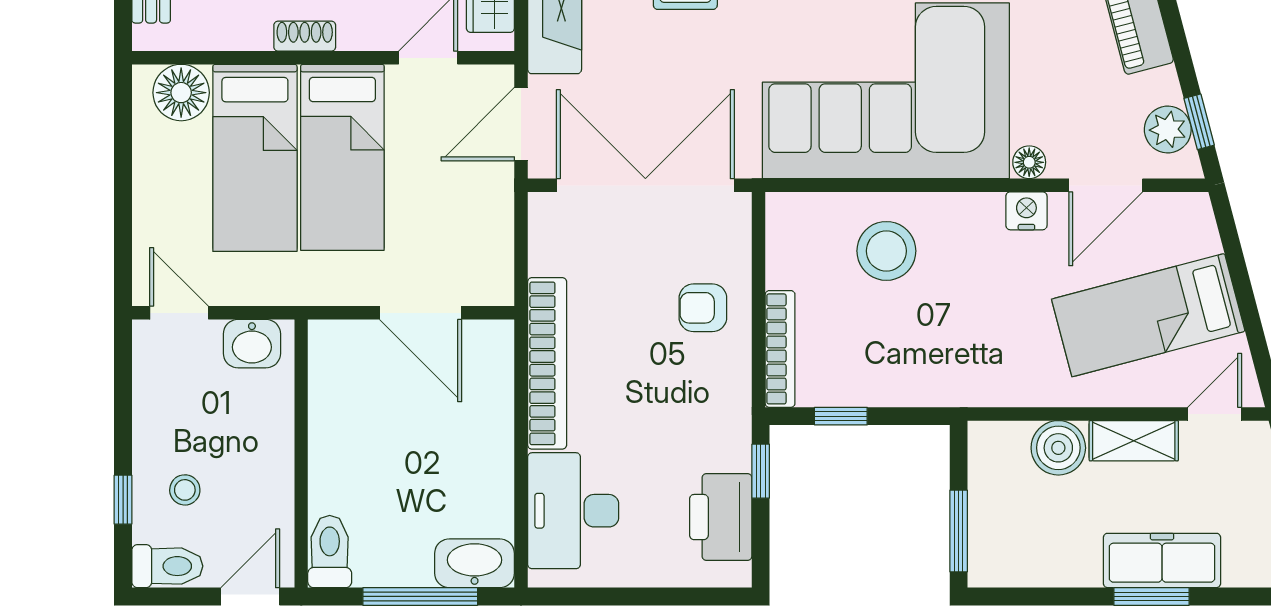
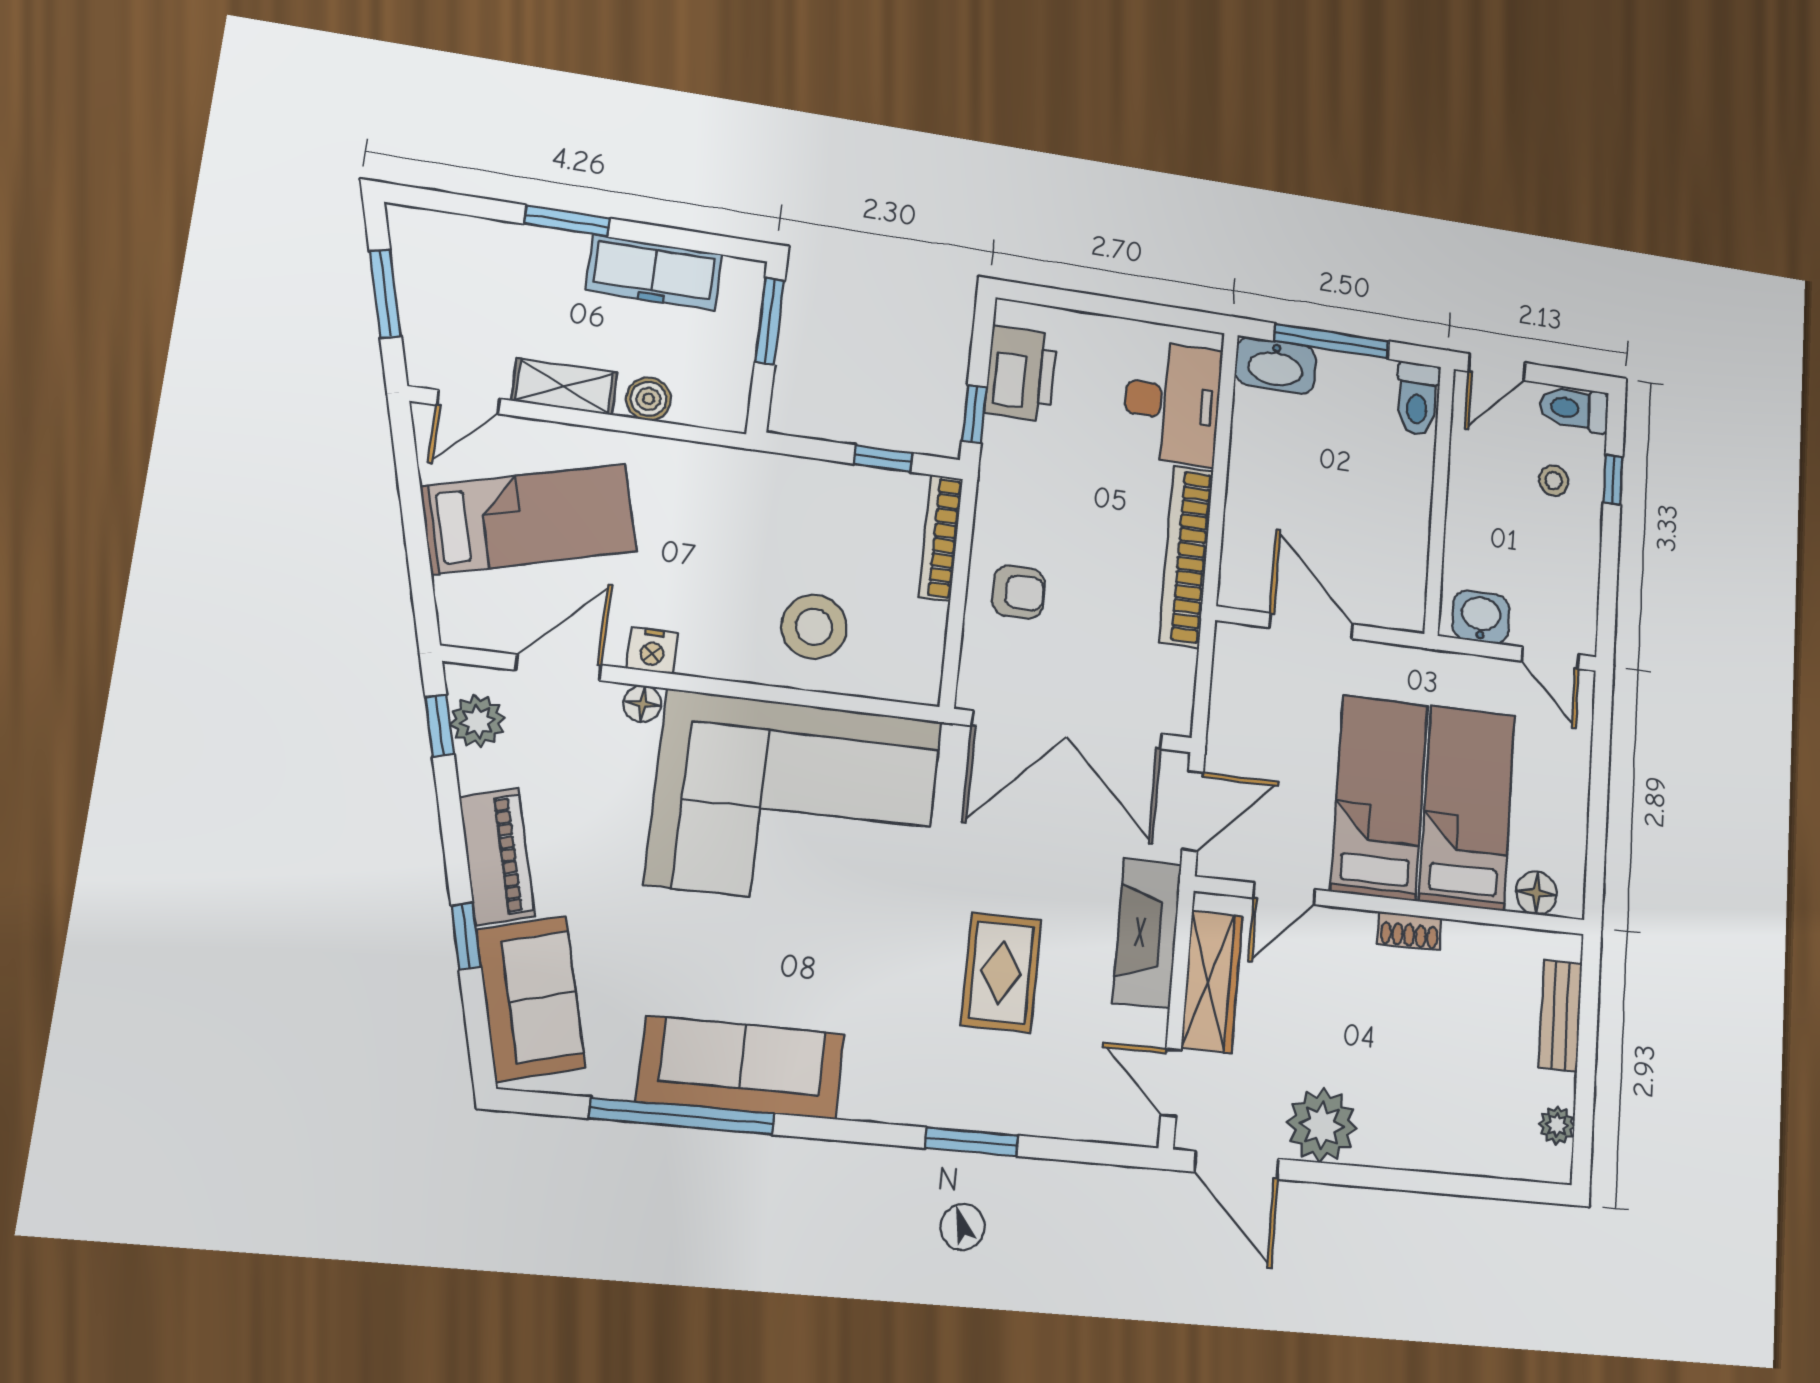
floor lamp: (181, 93) -> (1536, 893), width x0.73, depth x0.73
boiler: (1058, 448) -> (649, 399), width x0.73, depth x0.73
freezer: (1162, 560) -> (654, 272), moved

